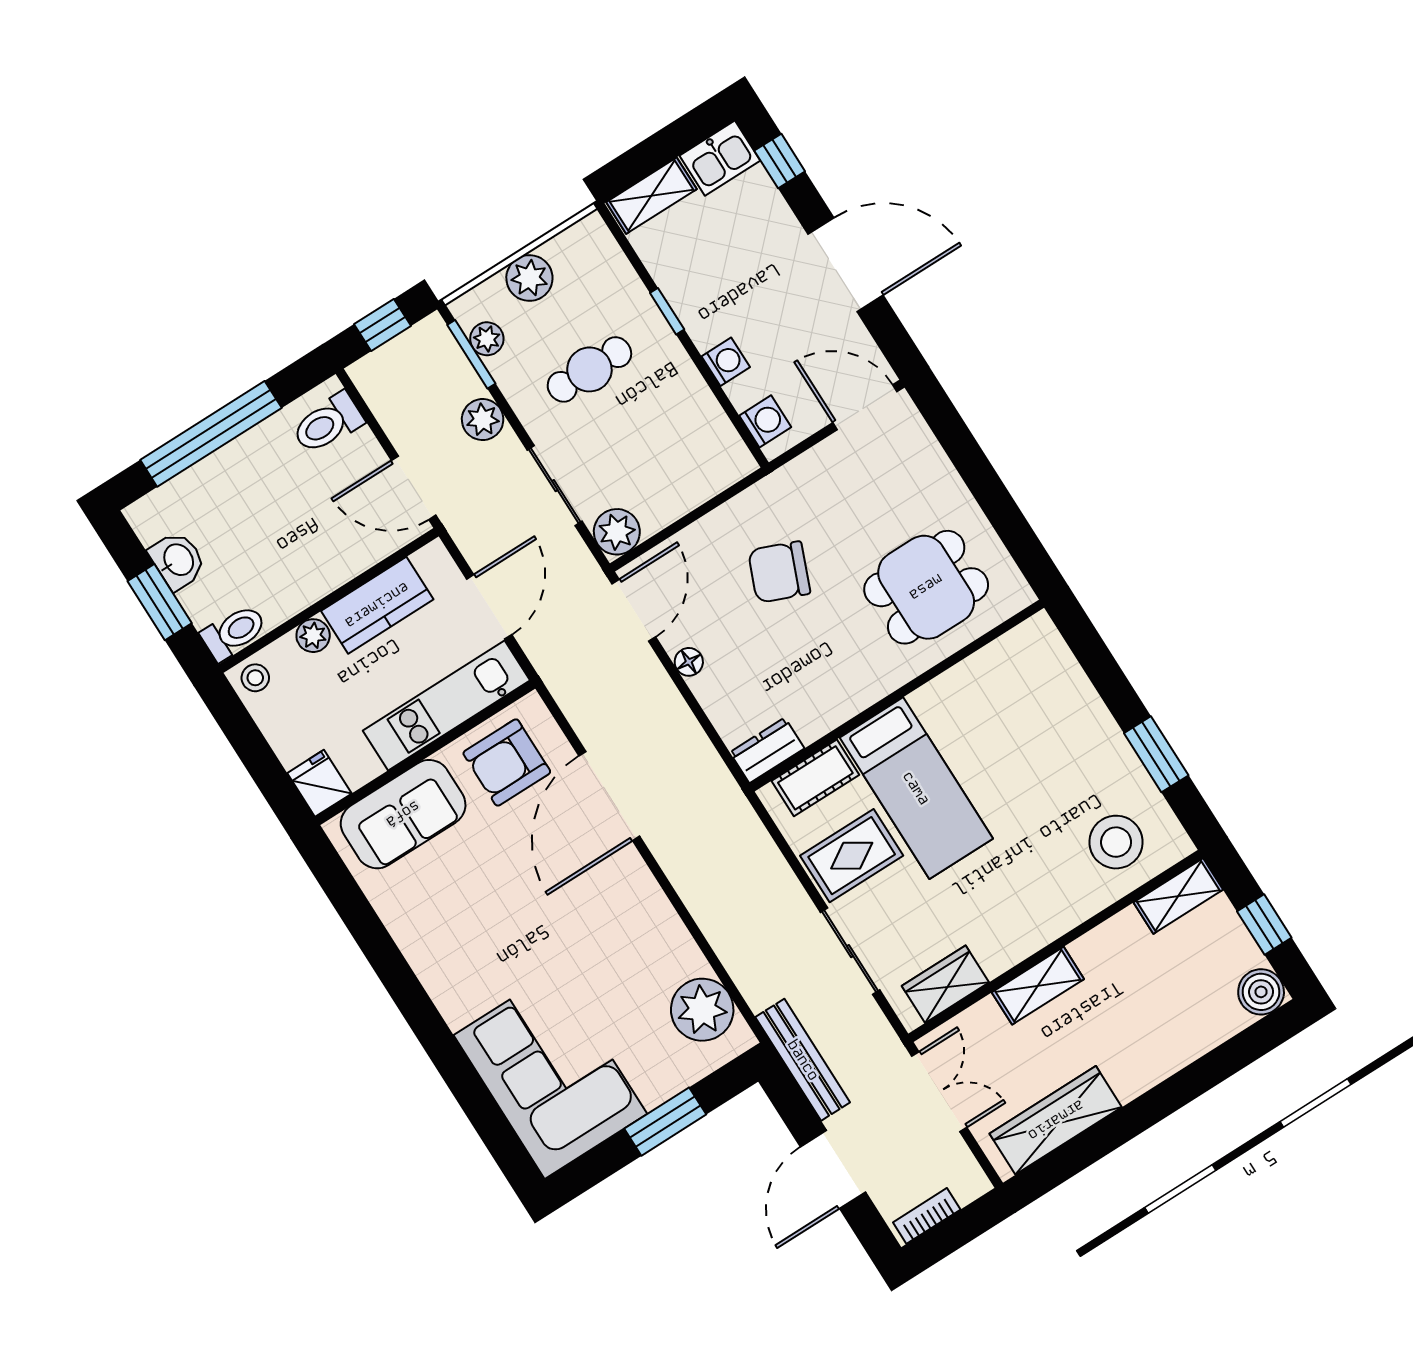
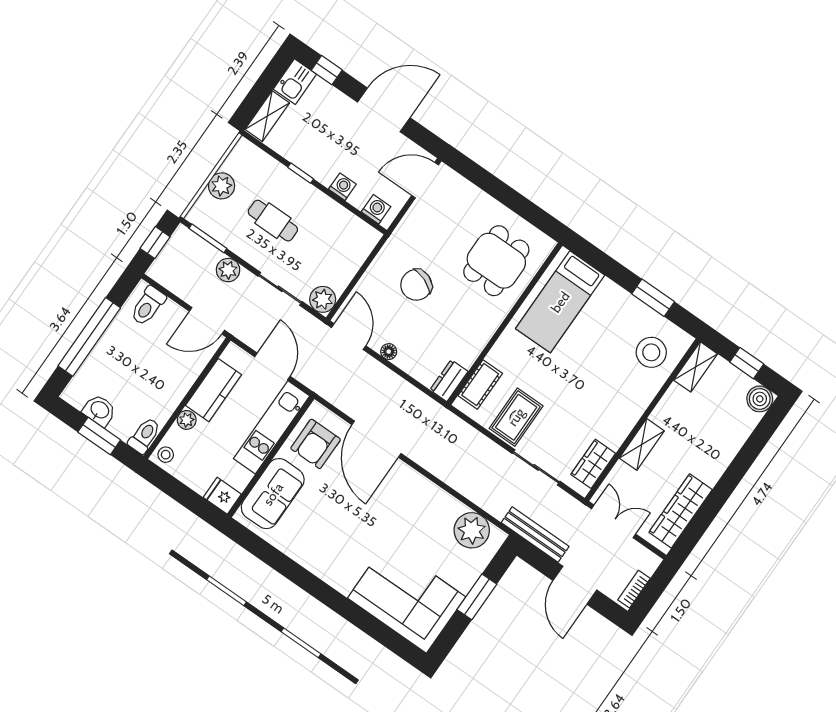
plant: (487, 339) -> (213, 227), removed
cafe table: (589, 369) -> (273, 221), turned 90
bed: (916, 788) -> (560, 302), moved, turned 90

